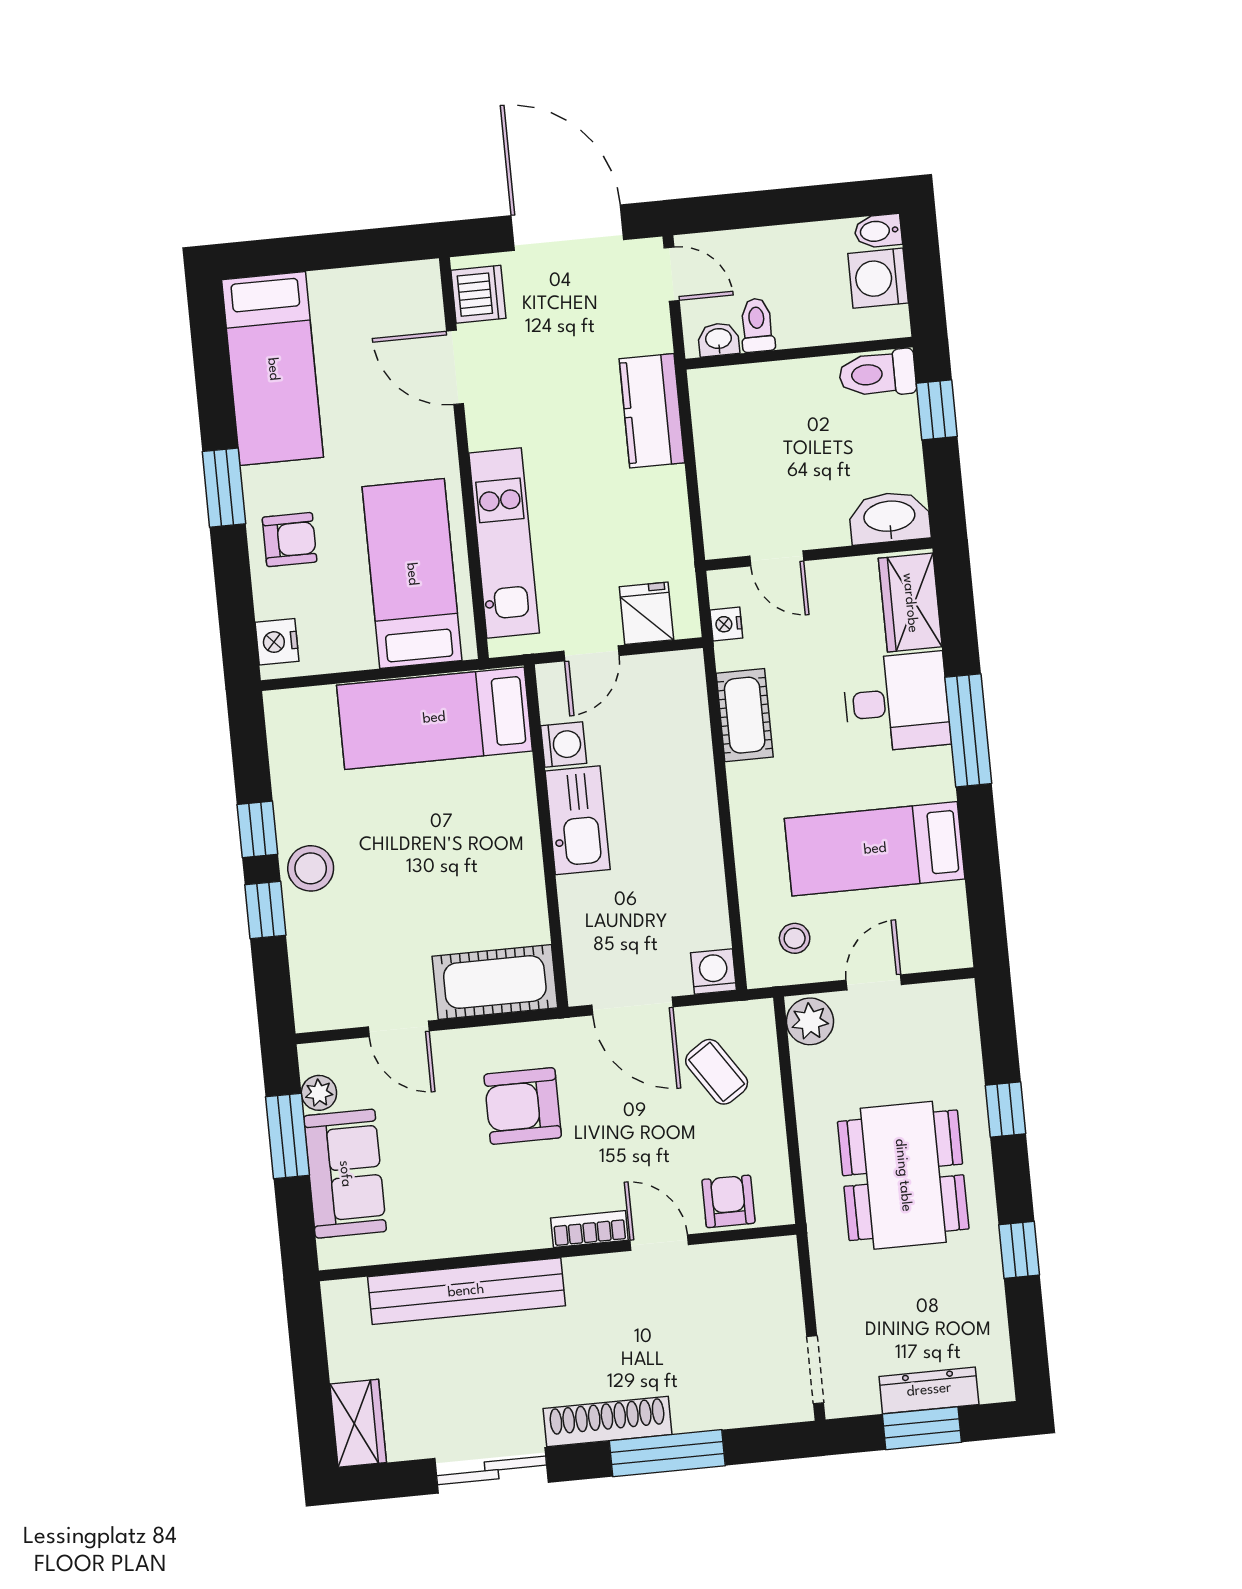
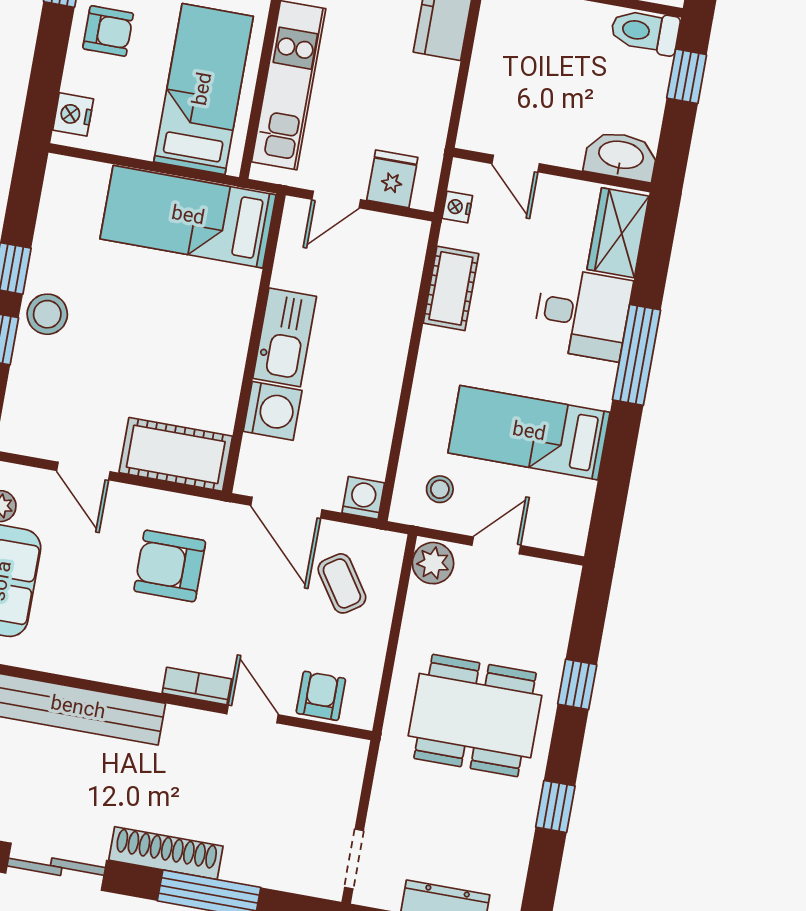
washing machine: (564, 744) -> (273, 411), moved, width x1.38, depth x1.38
dining table: (903, 1175) -> (475, 716), turned 90

